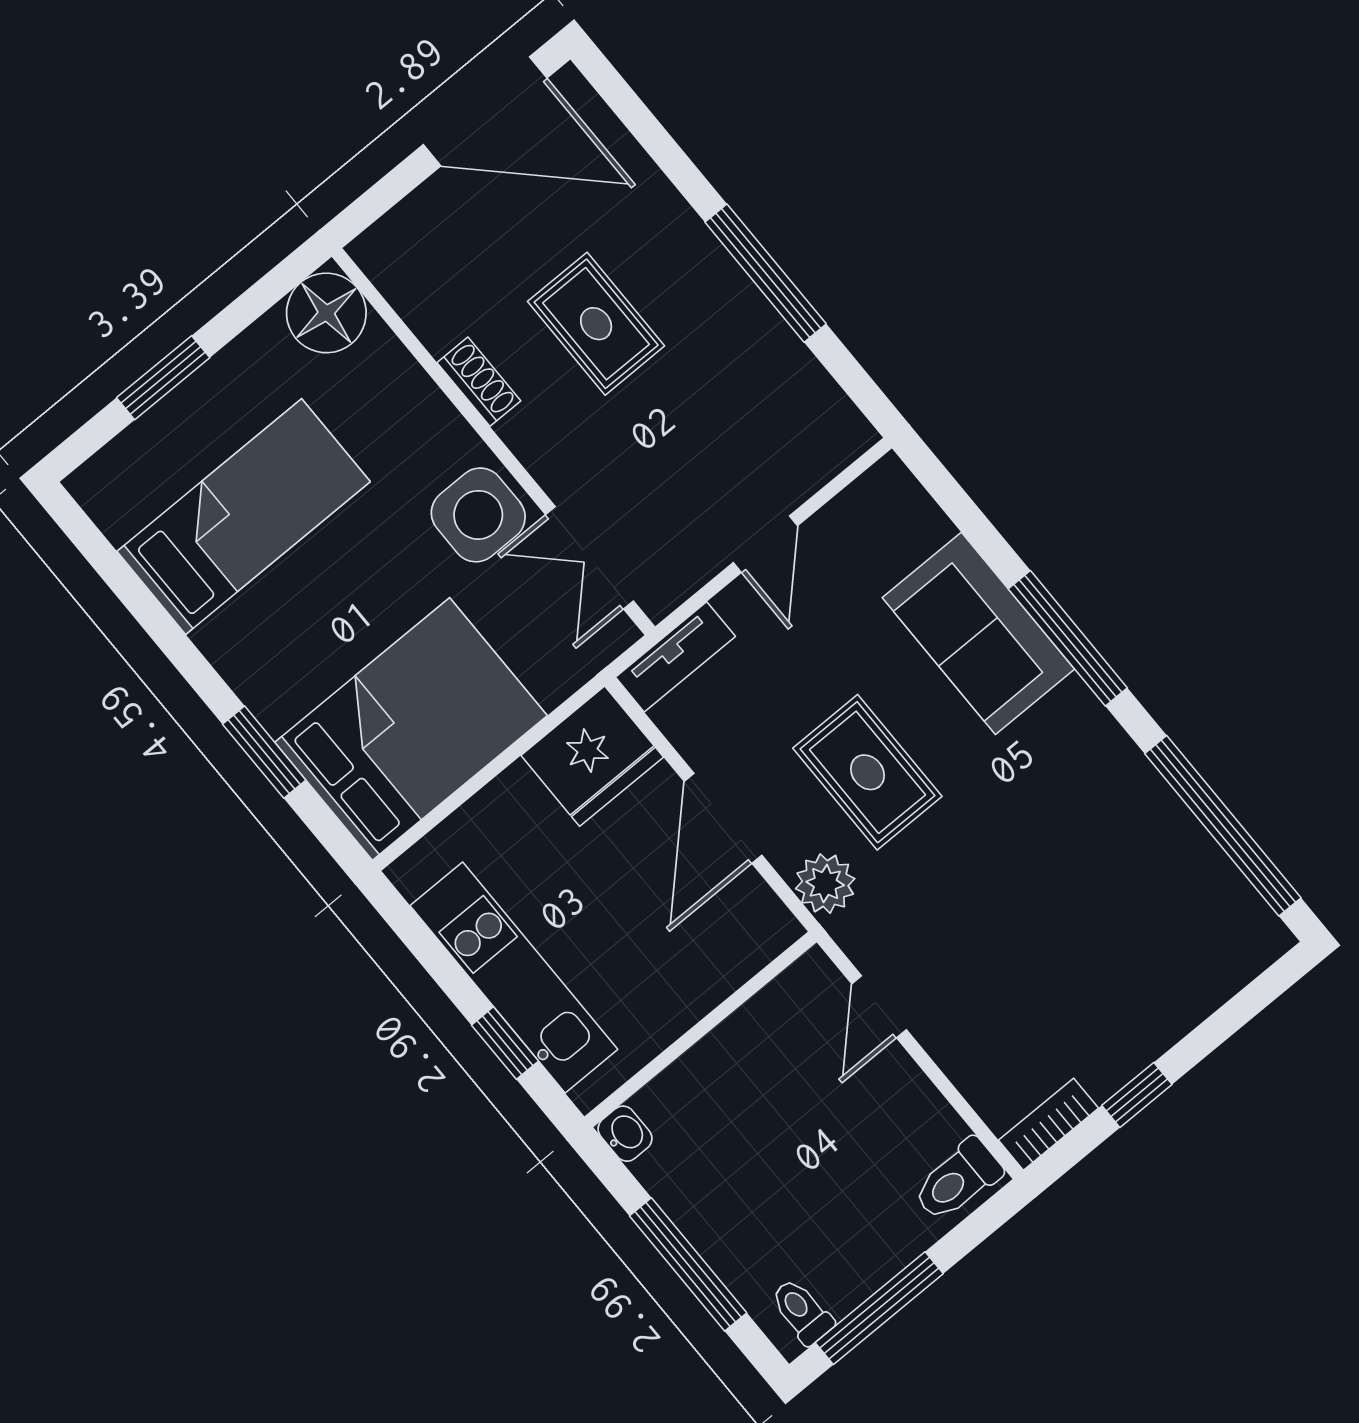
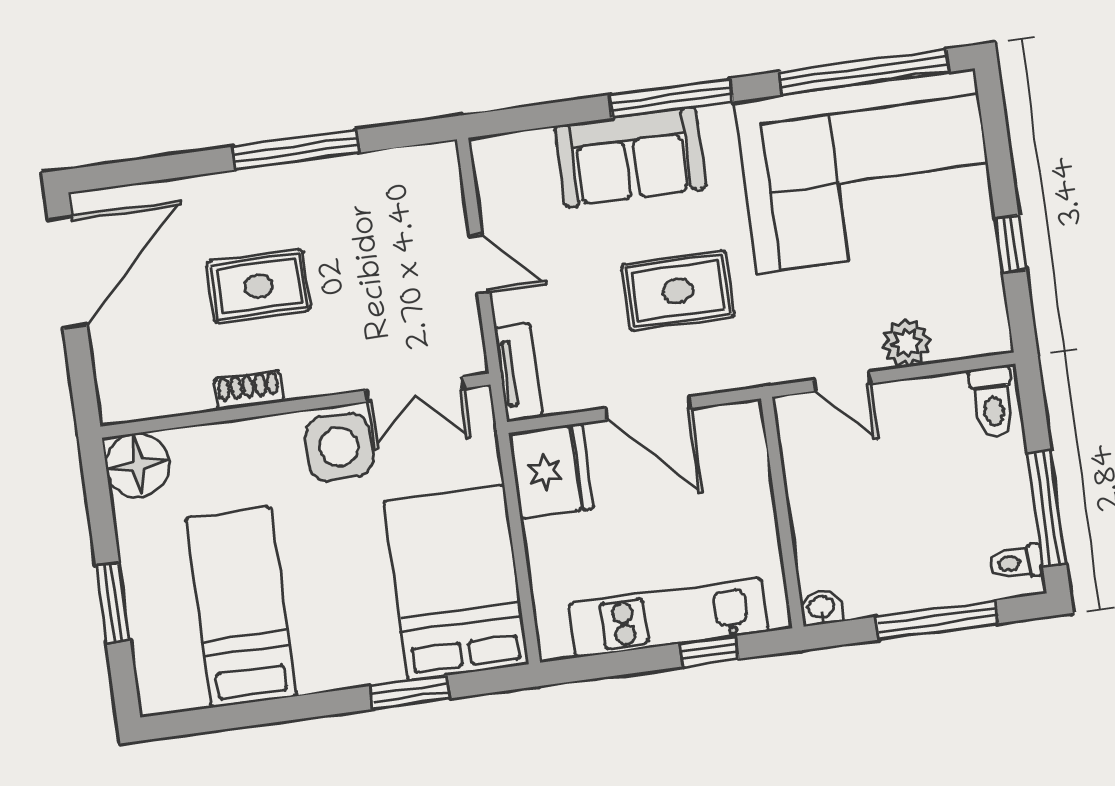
plant: (825, 884) -> (907, 343), moved
corner sofa: (1119, 893) -> (866, 171), added
bookcase: (1048, 1124) -> (993, 316), removed

